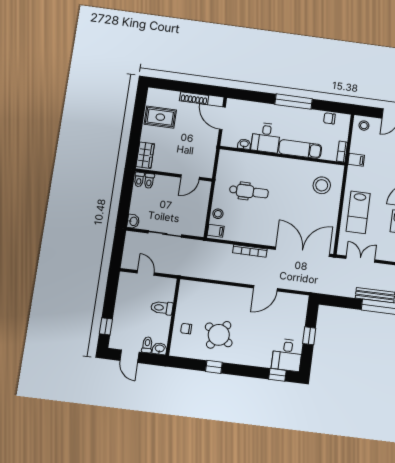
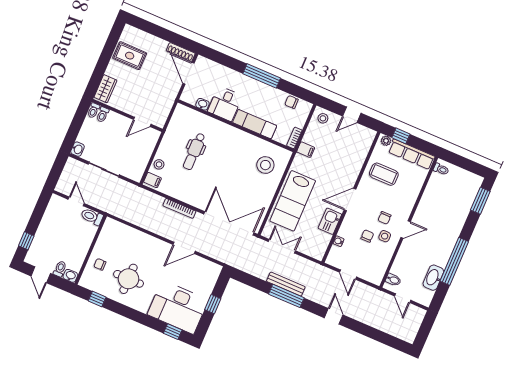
shoe rack: (194, 98) -> (181, 52), moved
dental chair: (249, 191) -> (194, 151), turned 90
lab bench: (358, 212) -> (293, 201), width x1.36, depth x1.39
toilet: (162, 308) -> (92, 217), moved
round table: (219, 335) -> (129, 279), turned -33
desk: (287, 355) -> (178, 307), width x1.87, depth x1.30
window: (214, 367) -> (97, 299), moved

